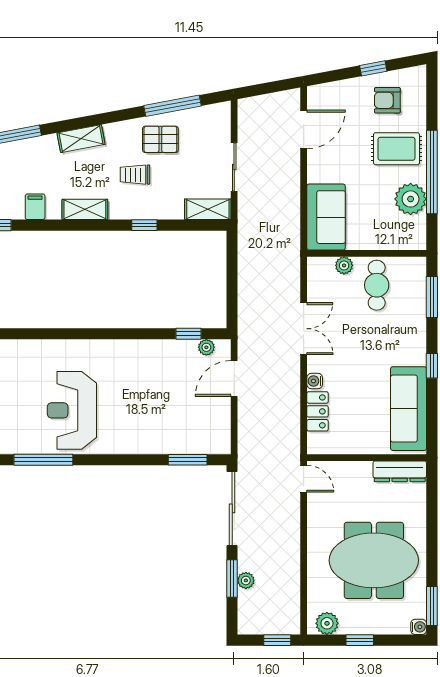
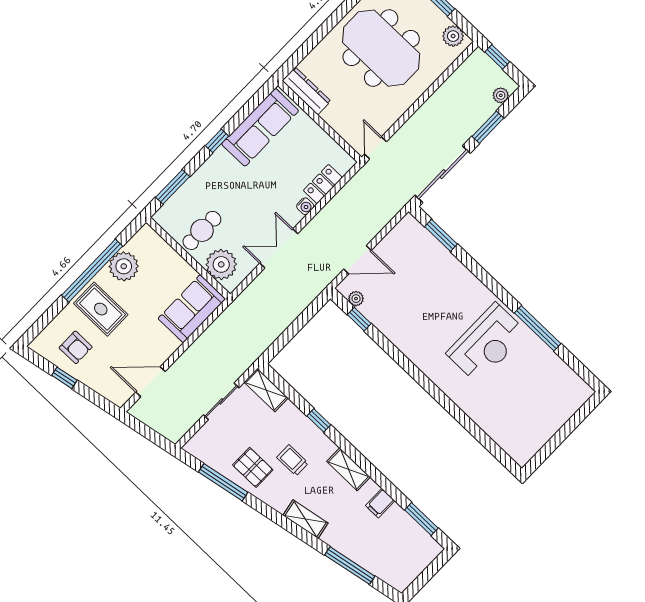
trolley: (135, 175) -> (292, 460), turned 180
plant: (344, 265) -> (221, 264), width x1.88, depth x1.88
plant: (246, 580) -> (501, 95), moved

